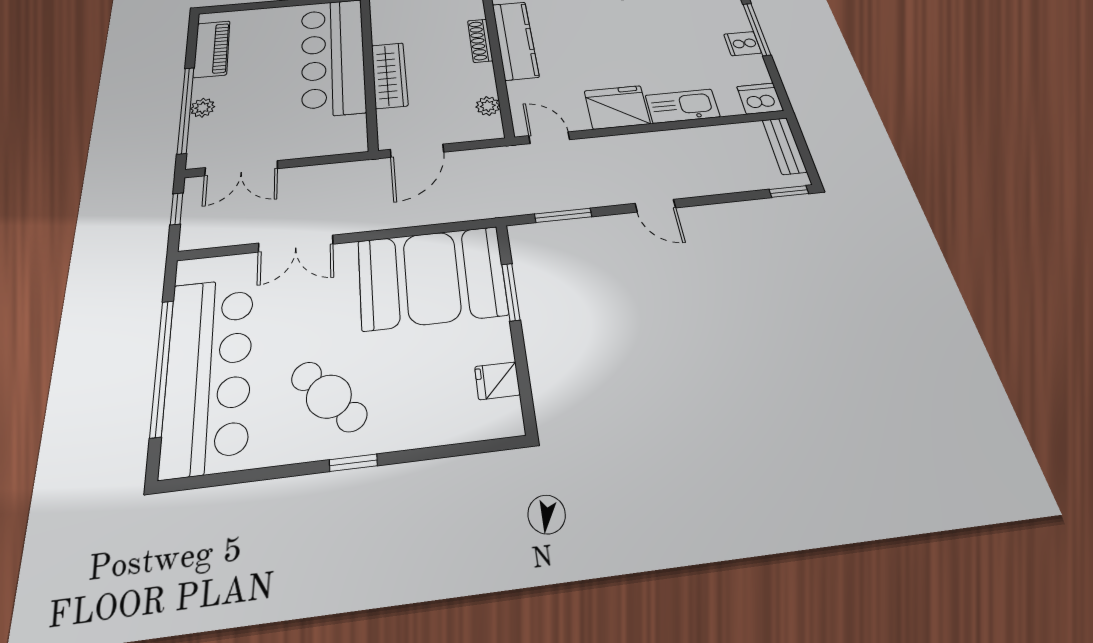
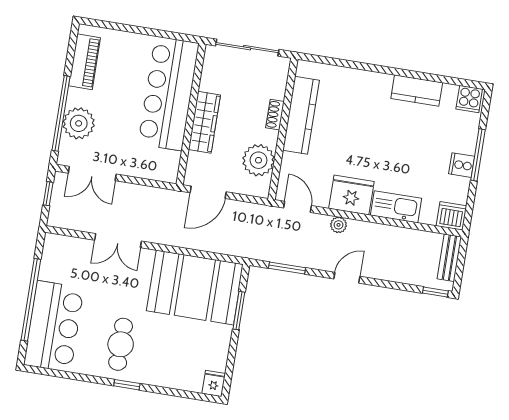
shoe rack: (480, 41) -> (275, 115), width x0.70
plant: (488, 106) -> (258, 160), width x1.88, depth x1.88
plant: (203, 108) -> (79, 123), width x1.88, depth x1.88
plant: (615, 145) -> (338, 225), added
door: (655, 206) -> (347, 278), swing flipped
bar counter: (208, 373) -> (54, 326), width x0.73
fridge: (497, 381) -> (214, 383), moved, turned 90
cafe table: (329, 396) -> (121, 344), turned 43

